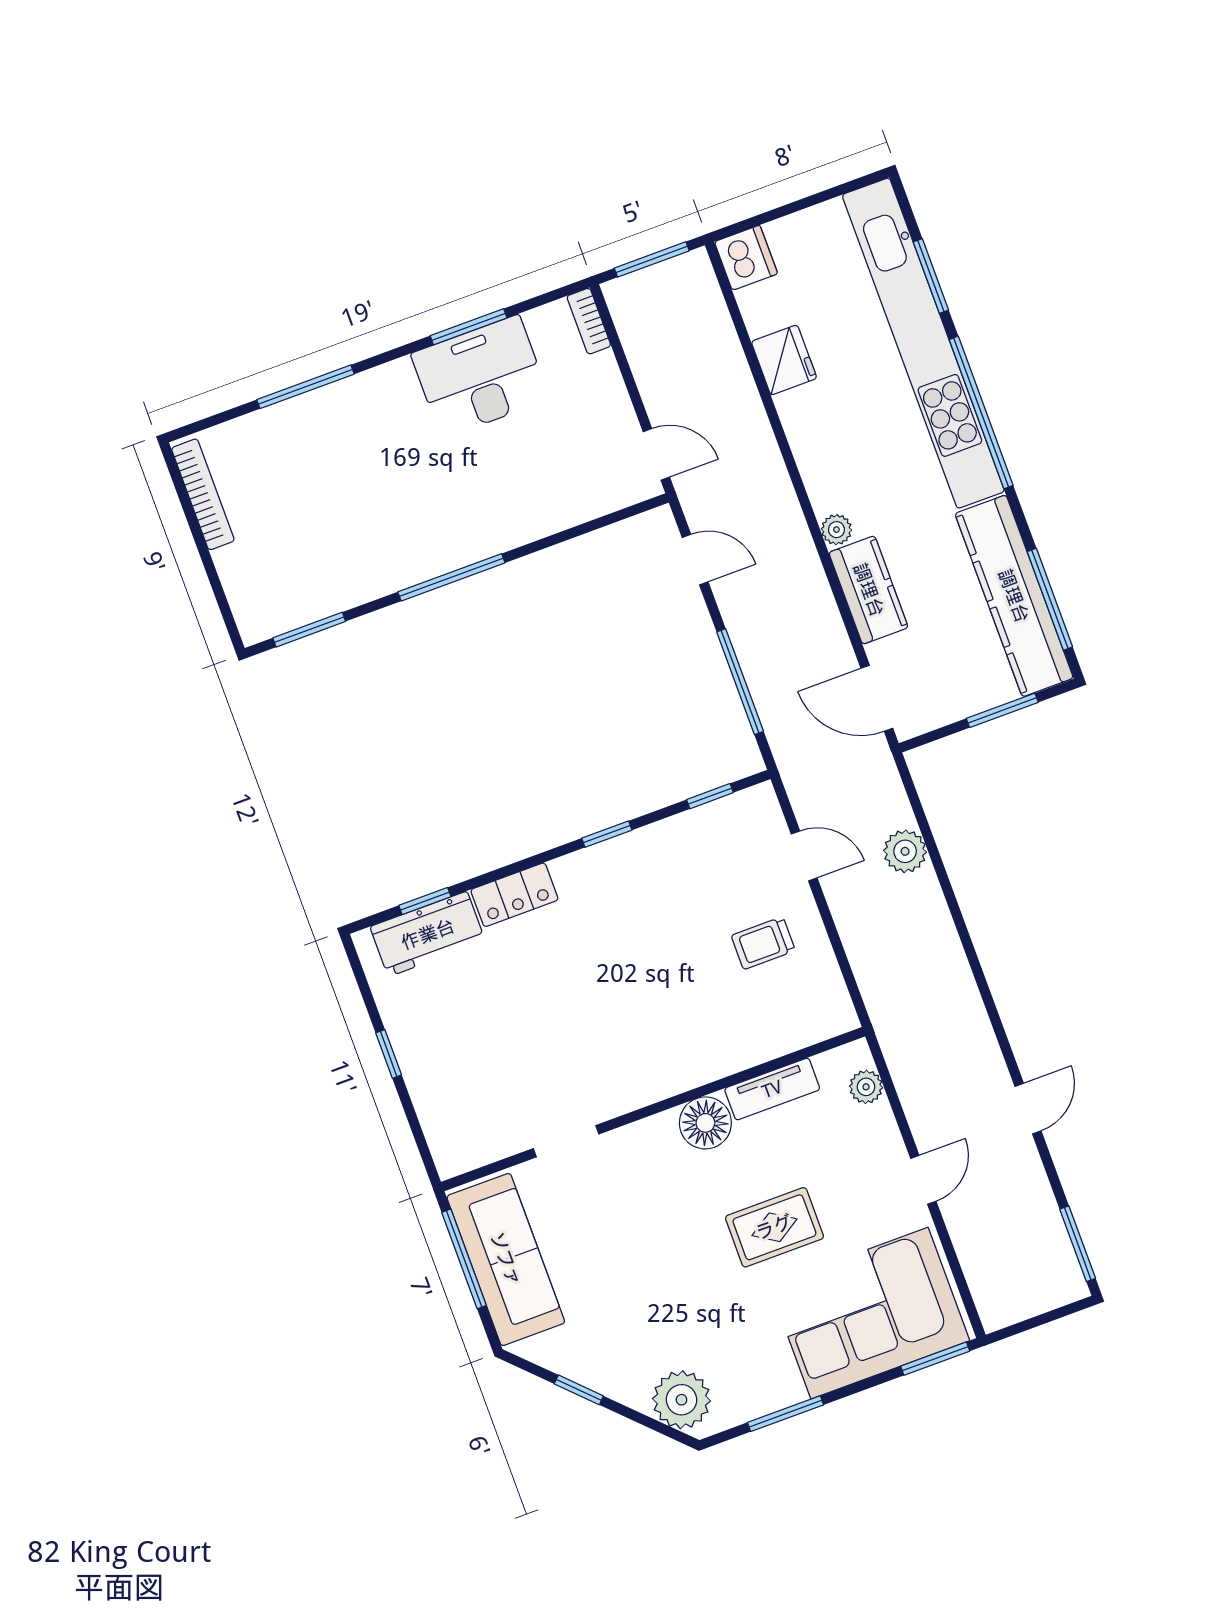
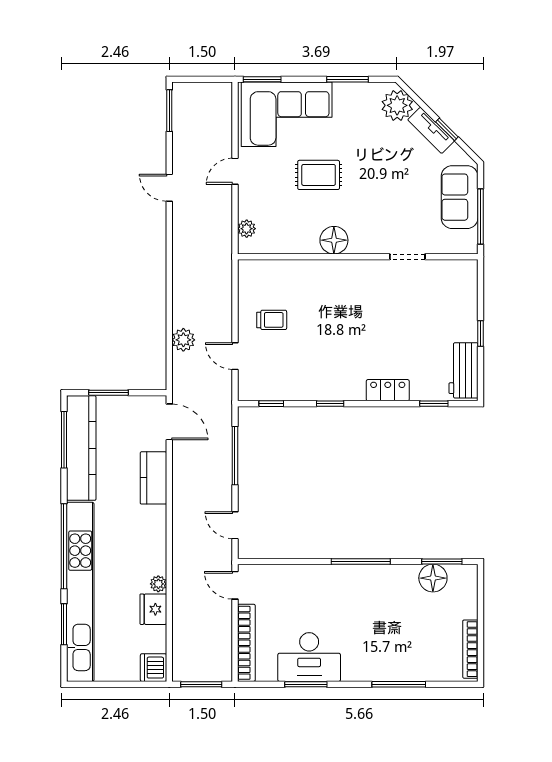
bookcase: (589, 321) -> (246, 643), width x2.31, depth x1.31
plant: (836, 530) -> (158, 584), moved
floor lamp: (314, 595) -> (433, 578), added
workbench: (428, 934) -> (463, 370), moved, turned -90
tv unit: (772, 1089) -> (431, 130), moved, turned -135
door: (1028, 1109) -> (169, 188), hinge flipped
sofa: (506, 1259) -> (460, 197), width x0.73

